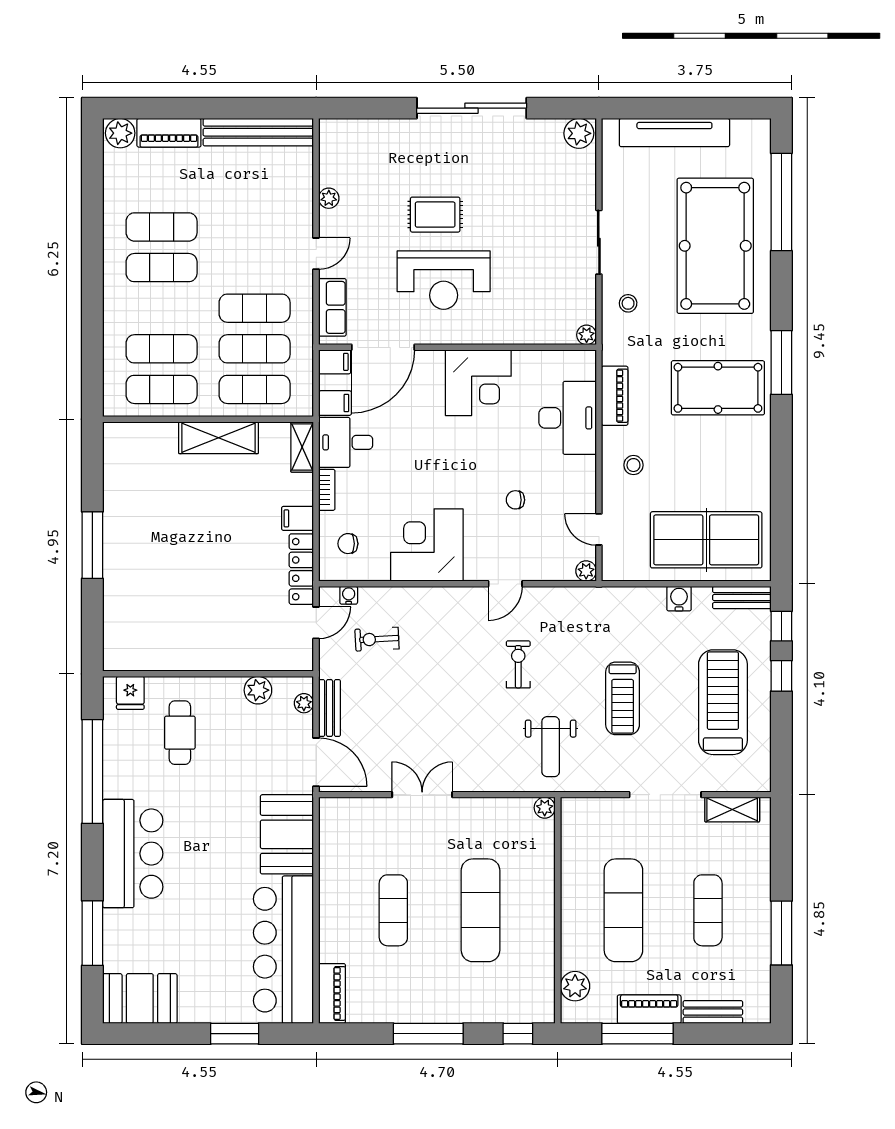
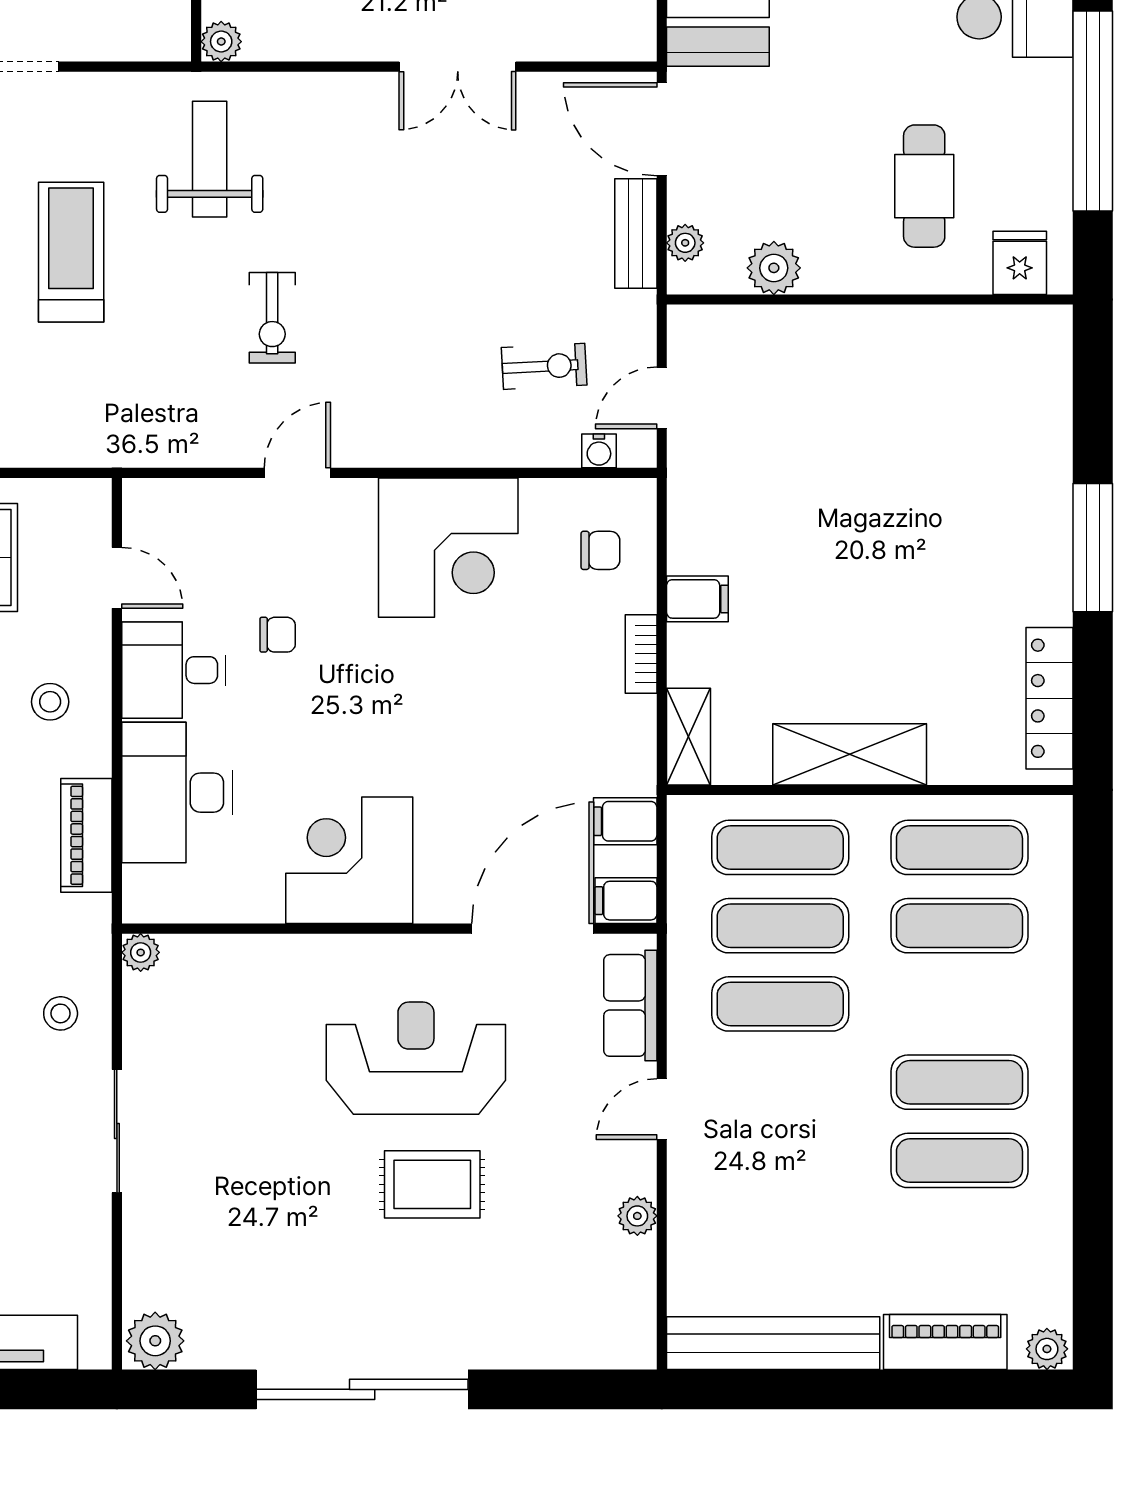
plant: (120, 133) -> (1047, 1349), width x0.73, depth x0.73
desk: (346, 442) -> (174, 670), moved, turned 180
locker: (301, 569) -> (1049, 698), moved, turned 180
plant: (586, 571) -> (141, 498), removed

